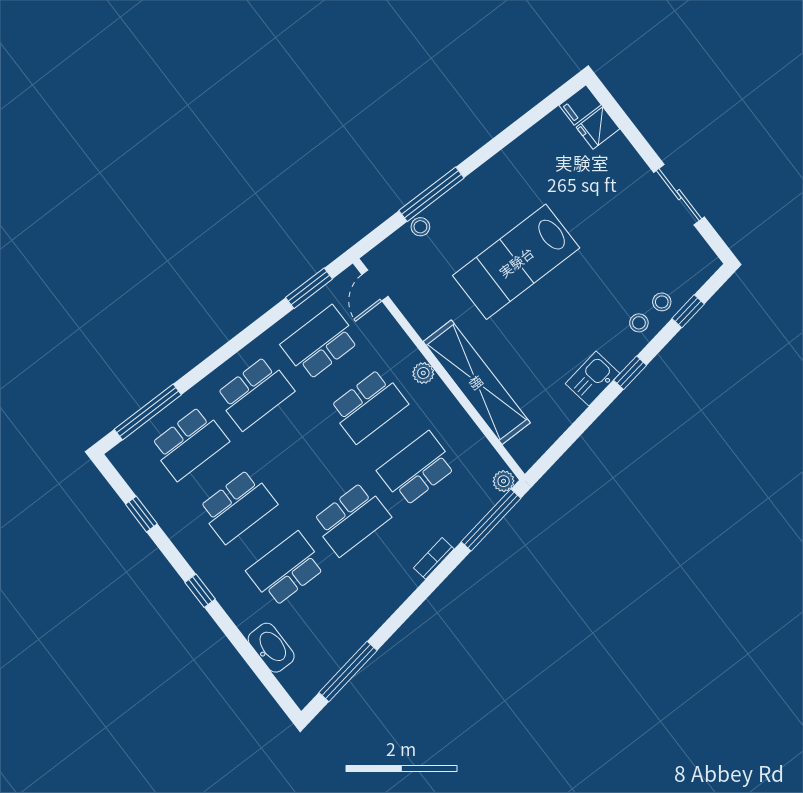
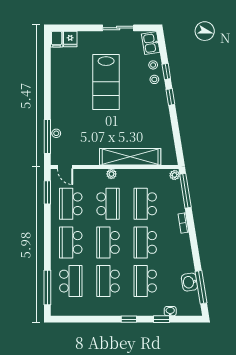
window: (431, 194) -> (47, 137), moved
lab bench: (516, 262) -> (106, 82), moved
window: (688, 311) -> (166, 71), moved
kitchen sink: (593, 379) -> (151, 43), moved
school desk: (255, 393) -> (71, 242), turned 180
school desk: (303, 456) -> (108, 242), added
school desk: (238, 506) -> (108, 281), turned 180
window: (141, 514) -> (162, 319), moved
school desk: (351, 519) -> (145, 242), turned 180
washbasin: (342, 645) -> (189, 282), added
washbasin: (271, 648) -> (170, 311), width x0.52, depth x0.69

